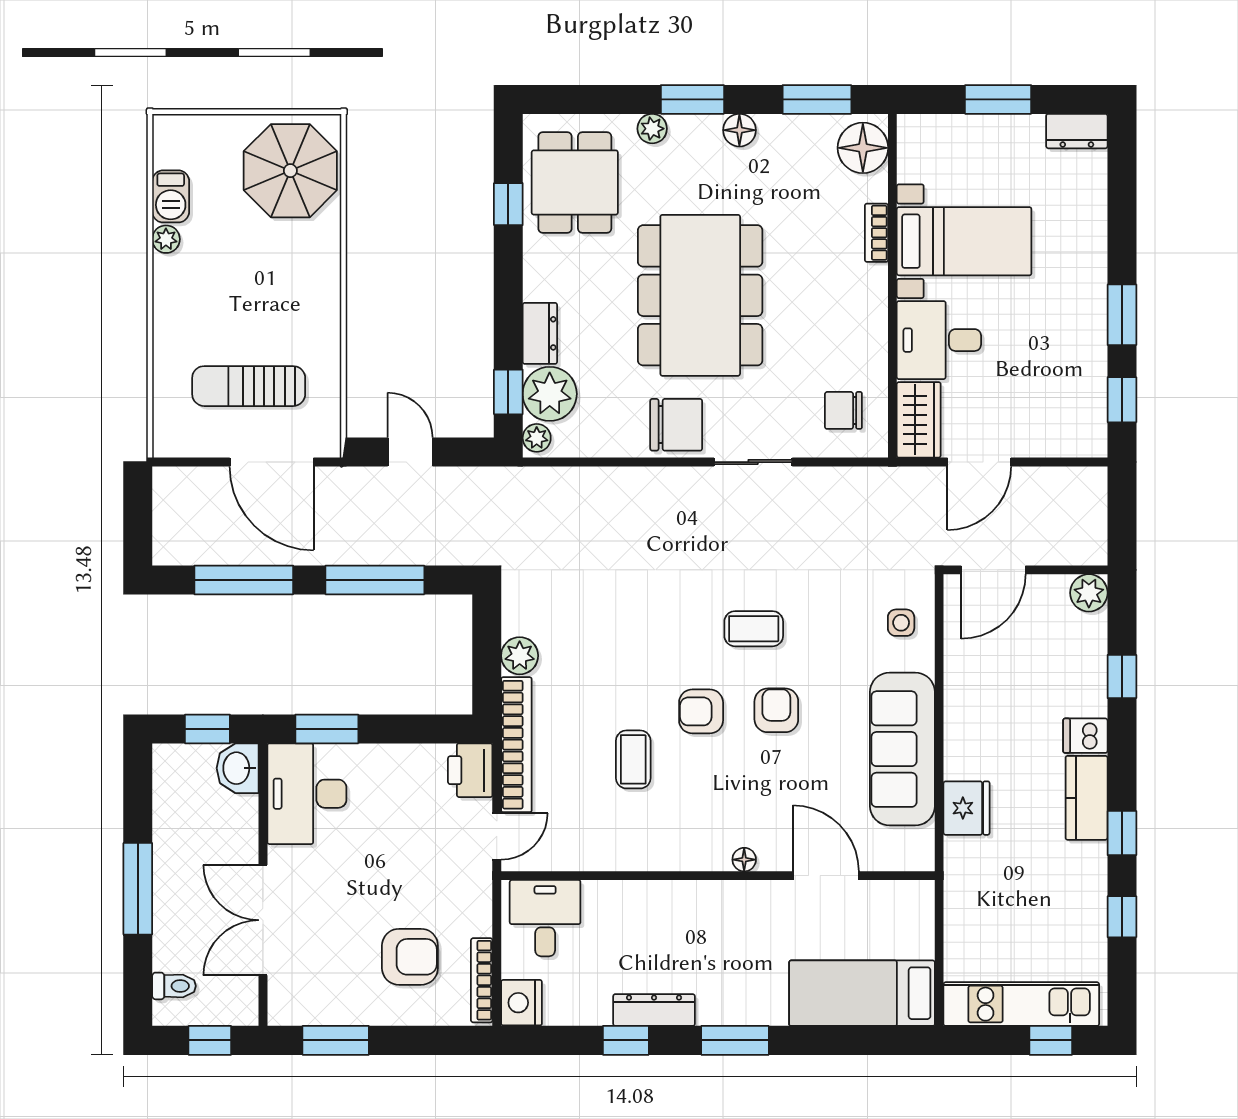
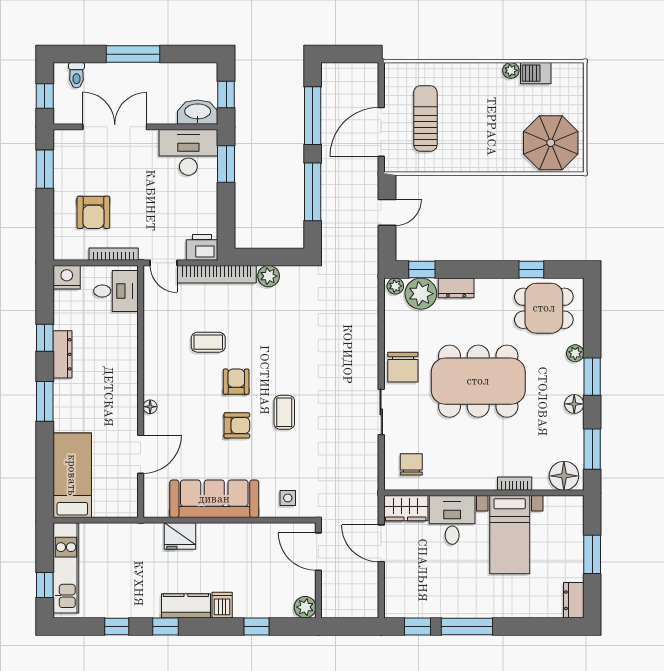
window: (1122, 315) -> (467, 626), width x1.44
washbasin: (238, 768) -> (198, 112), width x1.38
bookcase: (482, 980) -> (114, 254), moved

